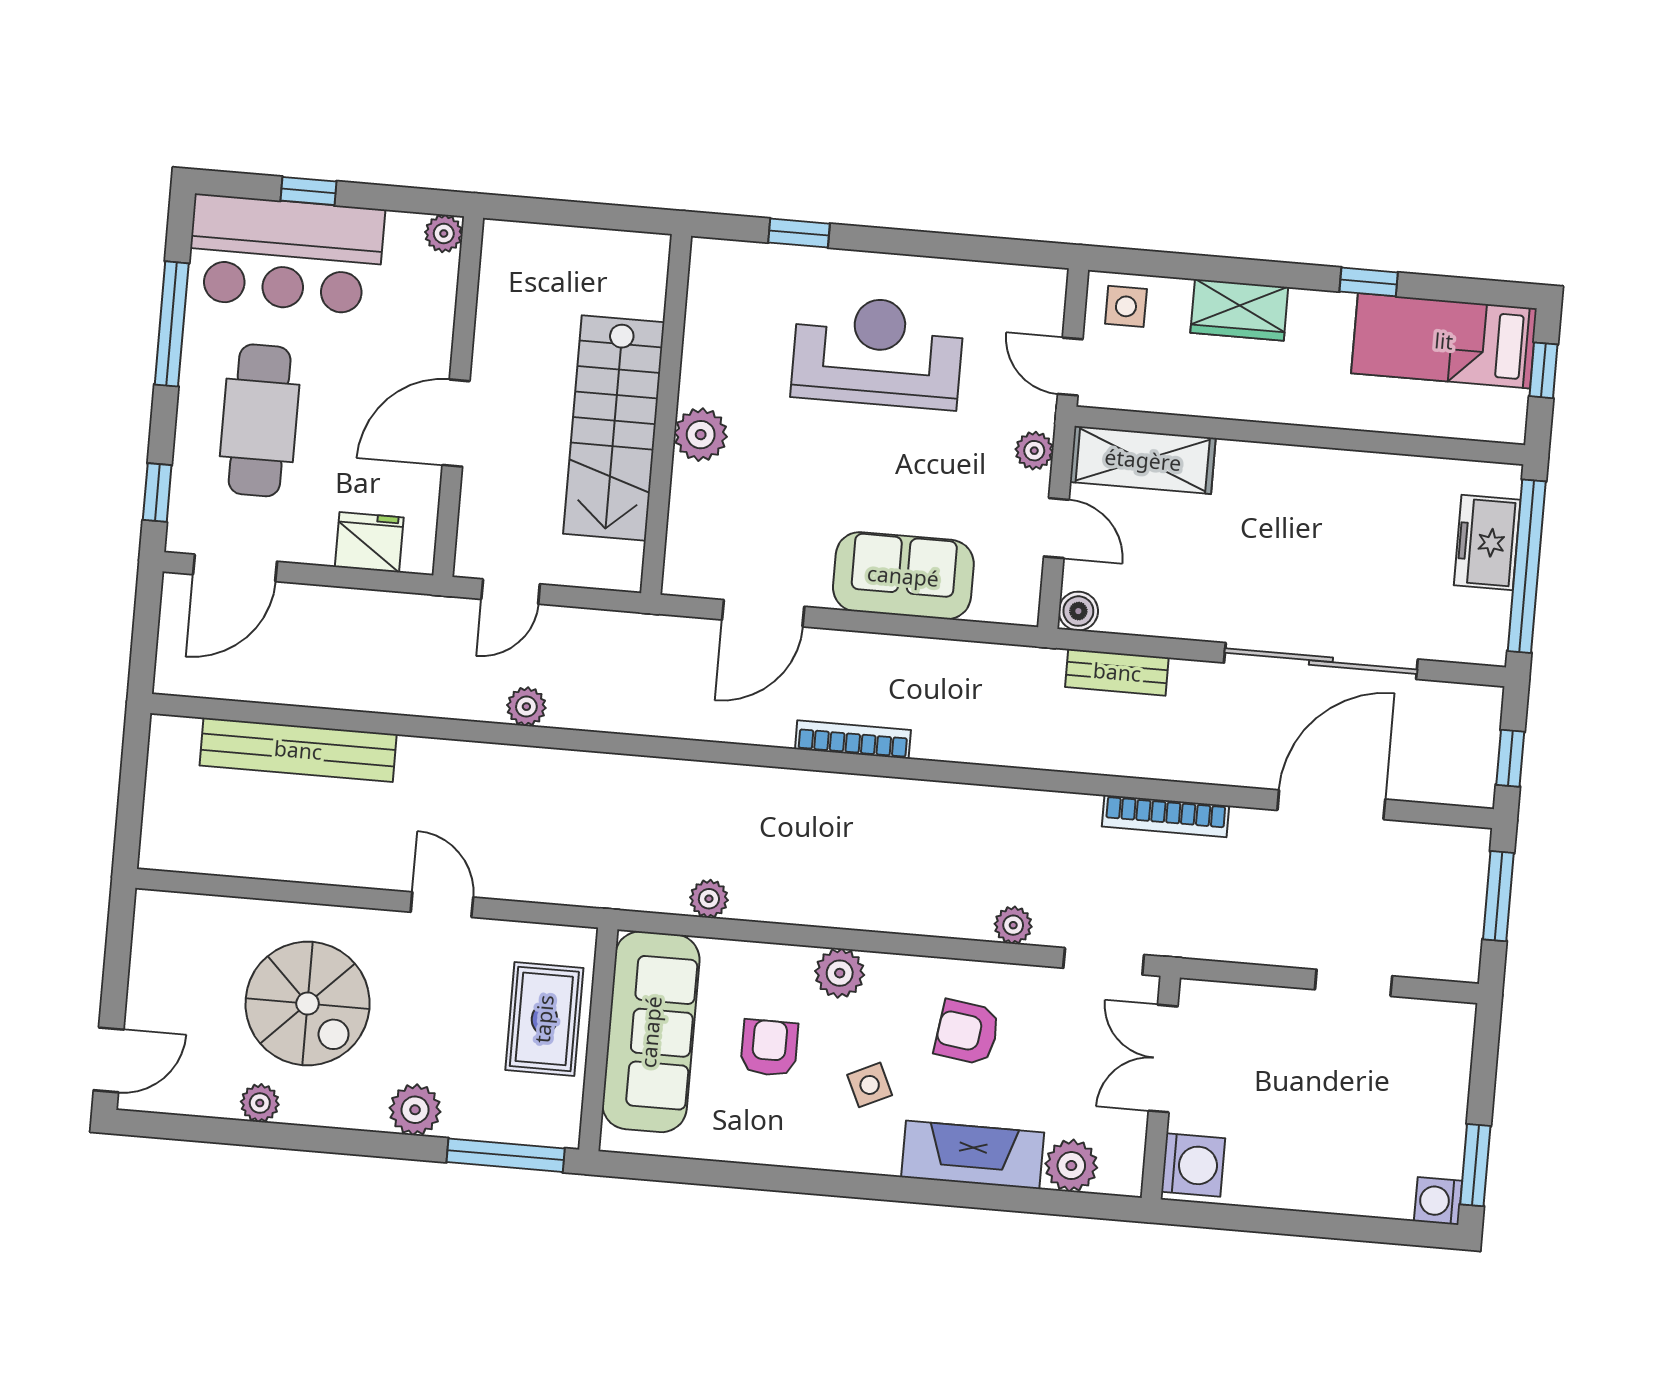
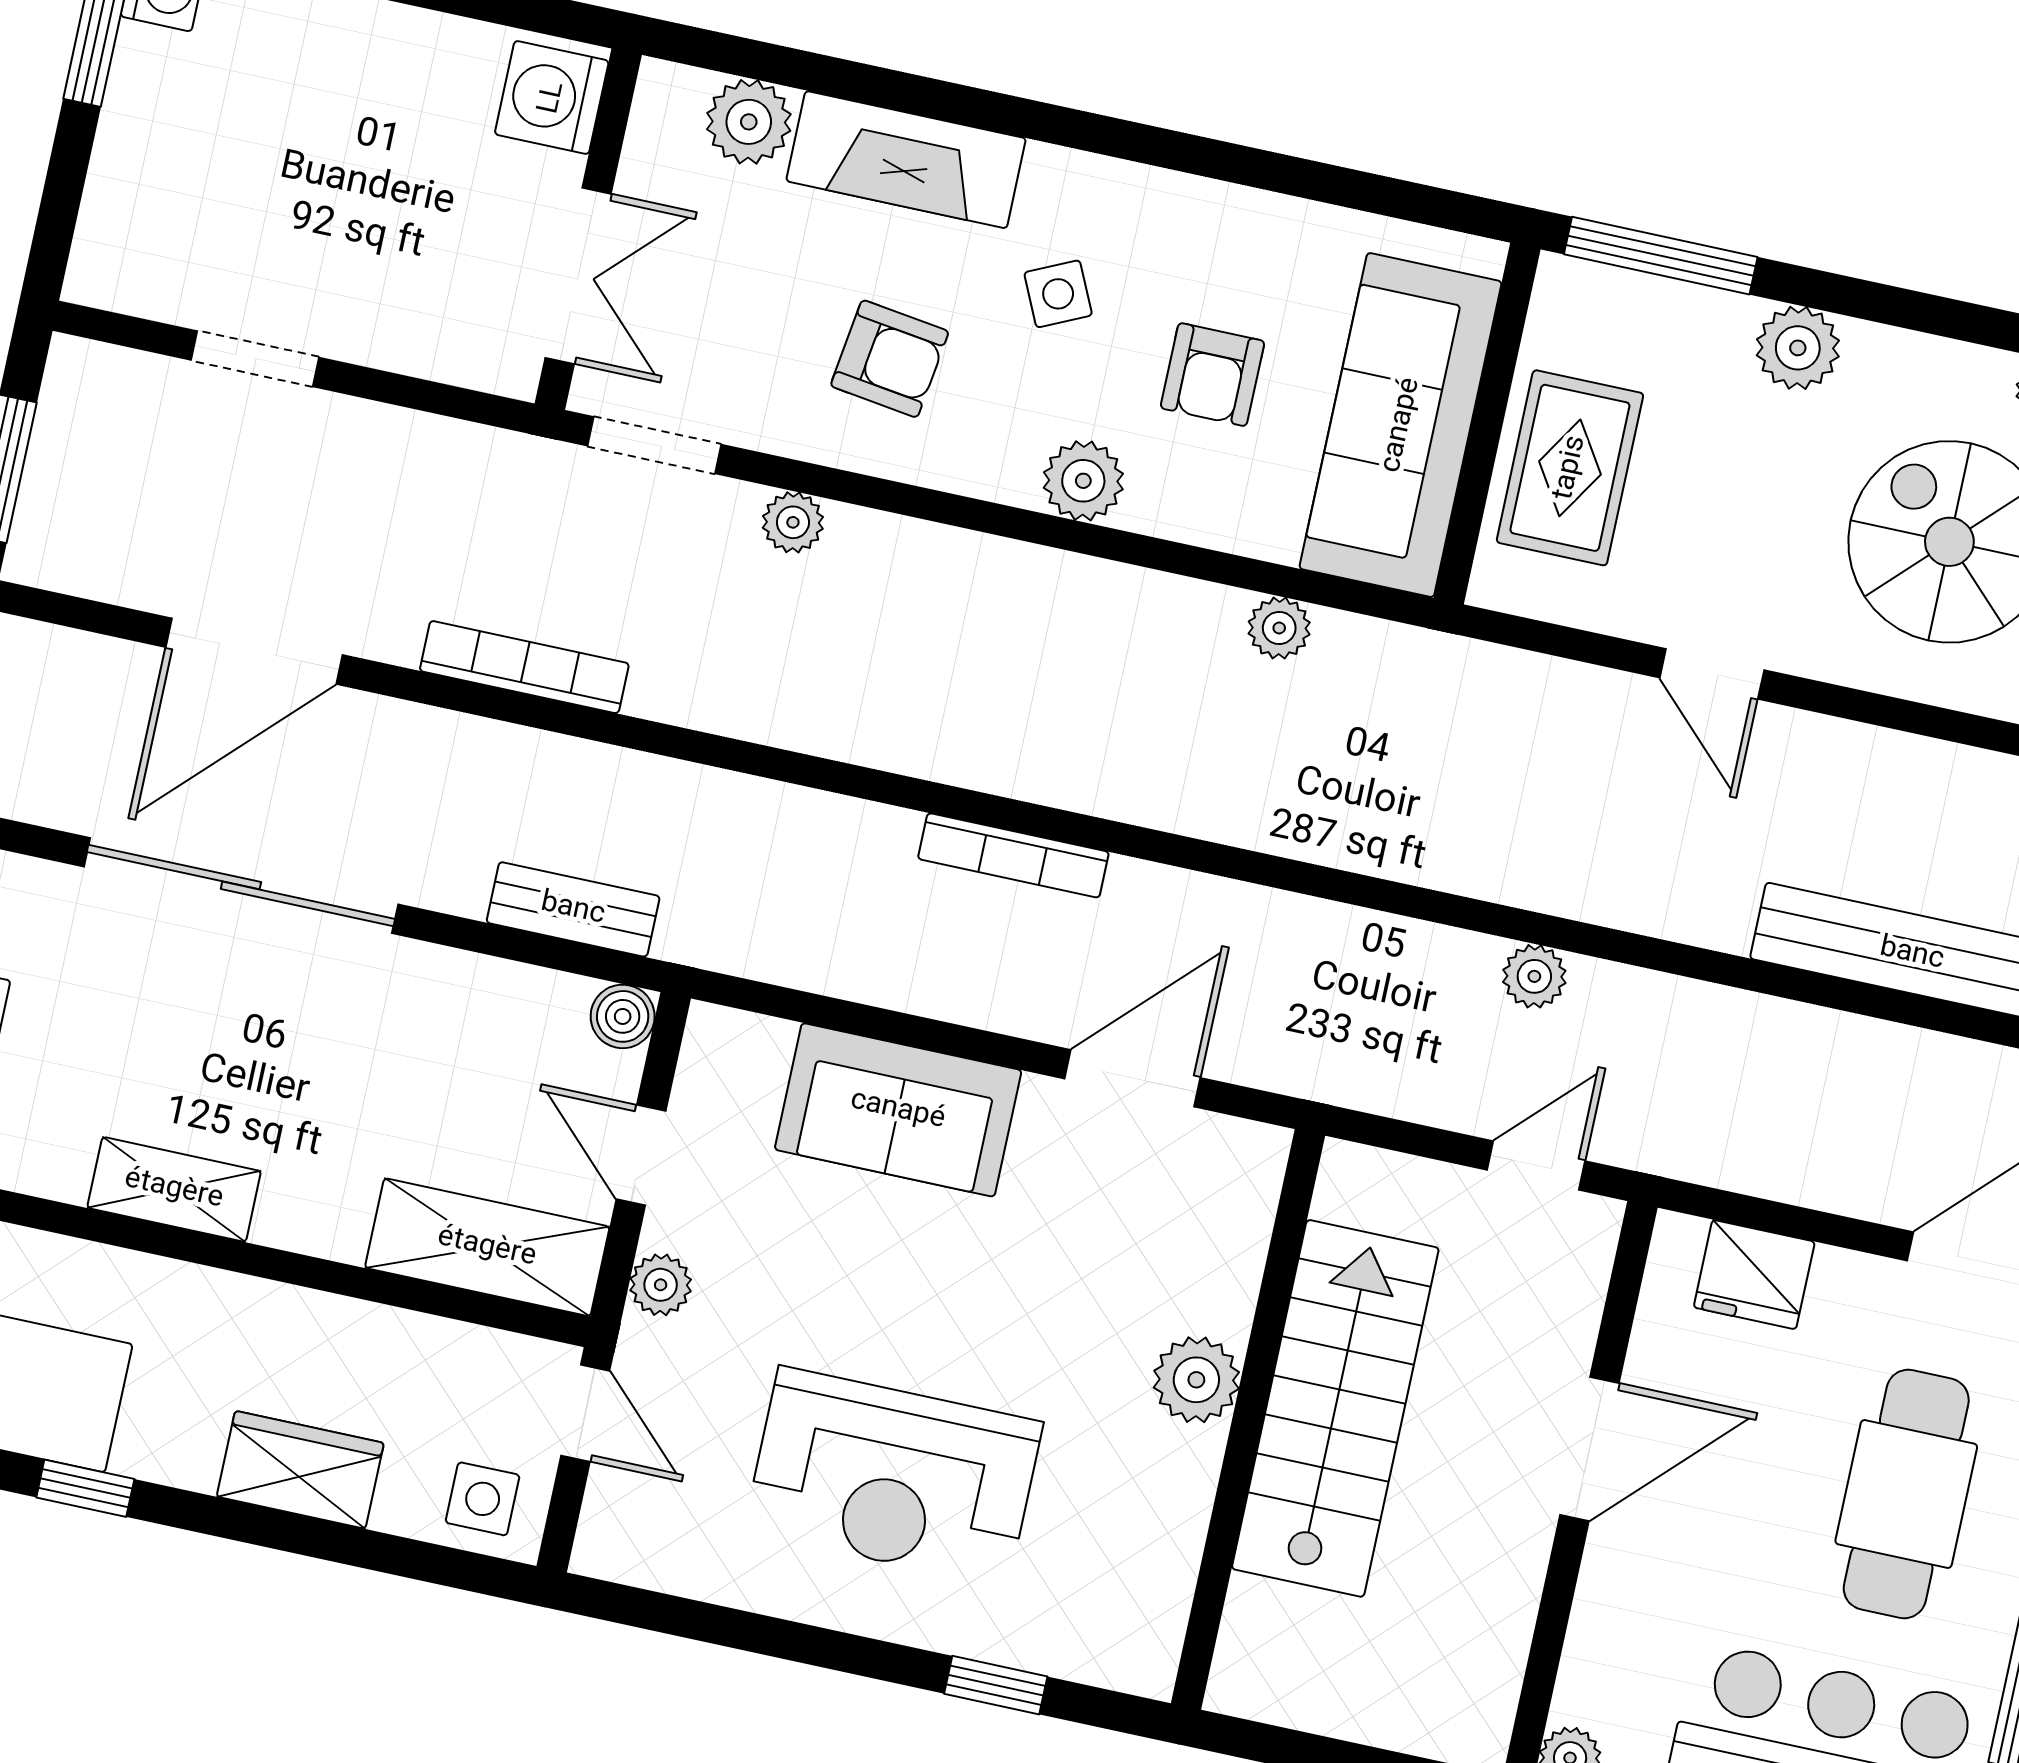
shelving: (1338, 471) -> (174, 1189), added

